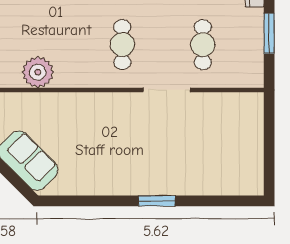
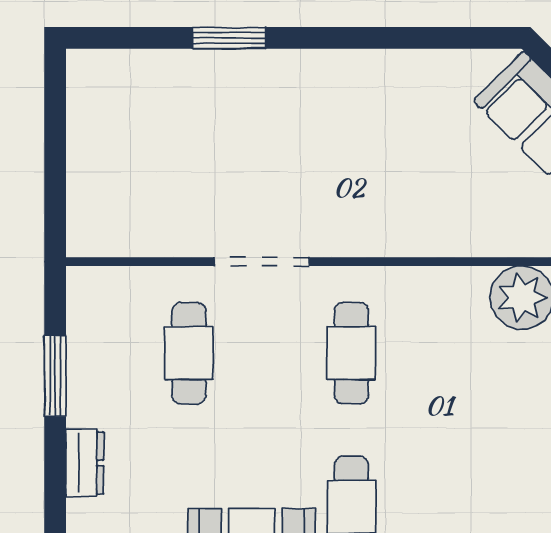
window: (157, 201) -> (229, 38), moved

